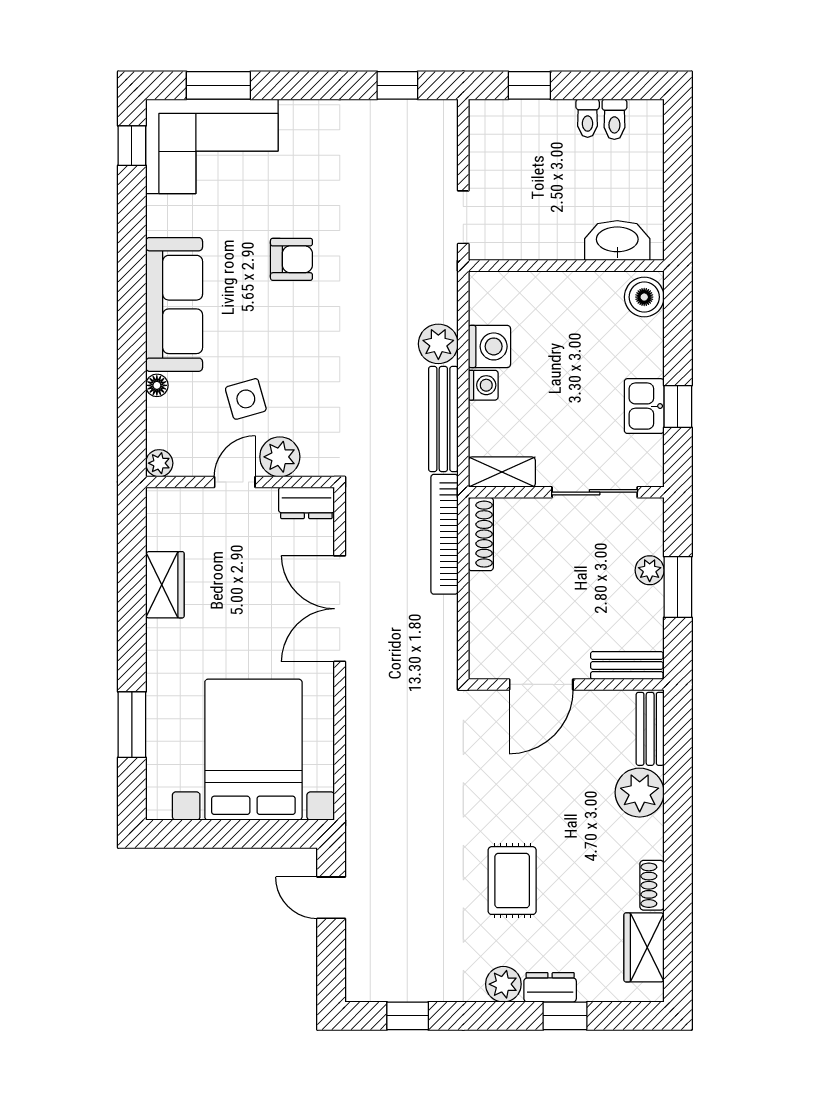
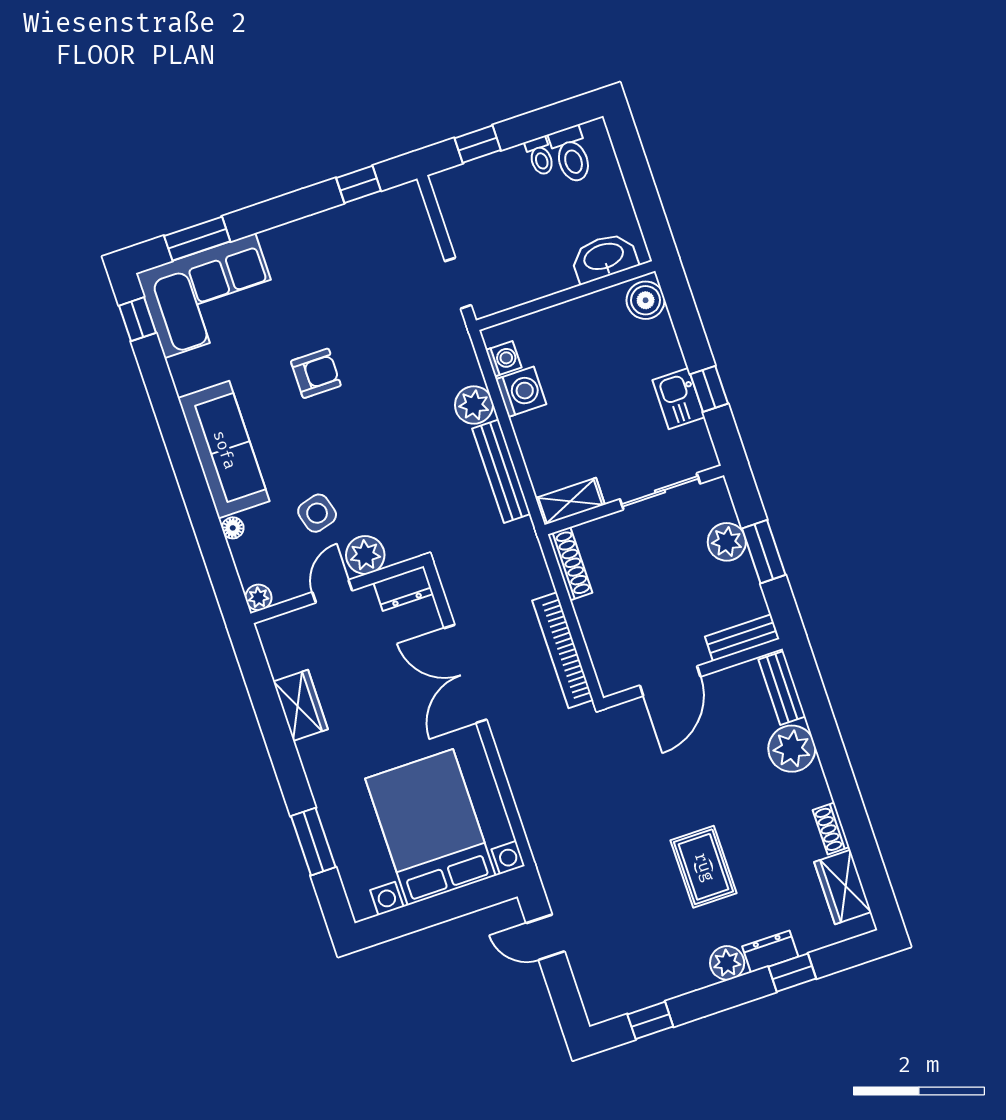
toilet: (614, 119) -> (571, 155), width x1.37, depth x1.39
washing machine: (483, 385) -> (504, 359), moved
bookcase: (444, 534) -> (563, 650), moved
plant: (650, 570) -> (727, 542), width x1.38, depth x1.38

